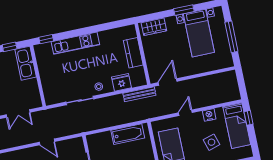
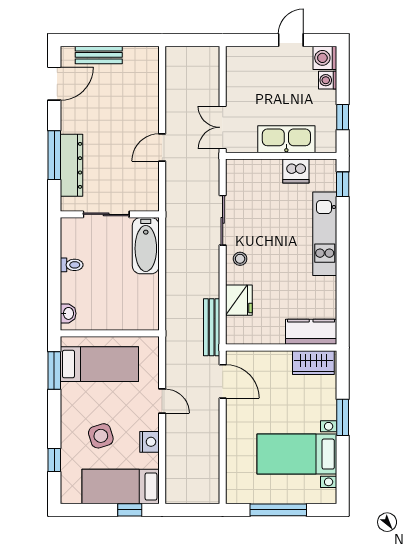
window: (184, 10) -> (343, 417), moved
wardrobe: (154, 27) -> (313, 363), moved, turned -90
kitchen counter: (133, 53) -> (311, 332), moved
kitchen sink: (26, 63) -> (286, 139), moved
dishwasher: (44, 66) -> (296, 171), added
double door: (18, 114) -> (223, 127), moved
bathtub: (128, 134) -> (146, 246), moved

